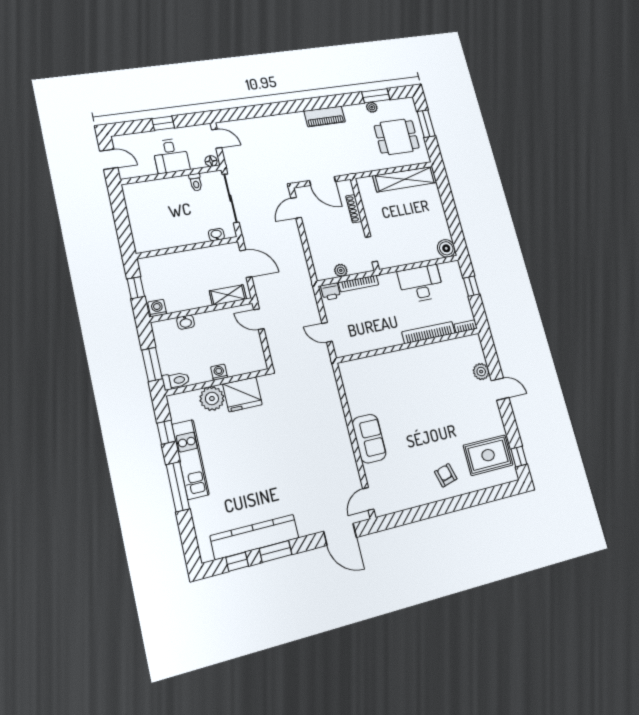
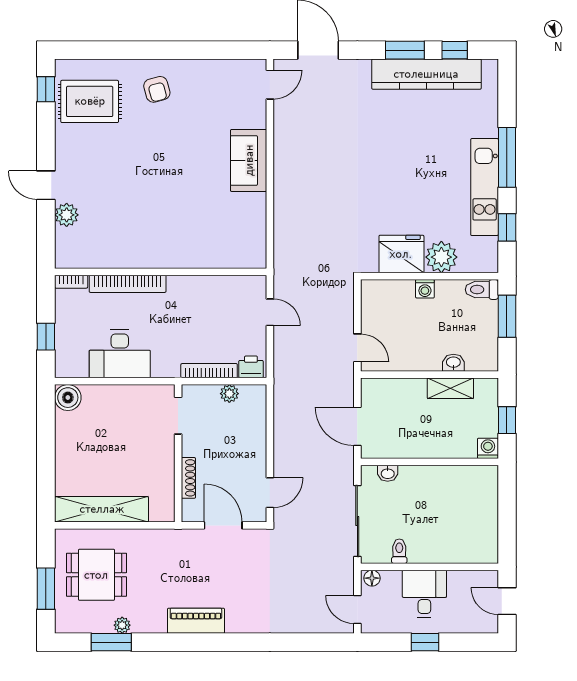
shelving: (228, 295) -> (450, 388), moved
washing machine: (157, 308) -> (488, 448), moved, turned 180

